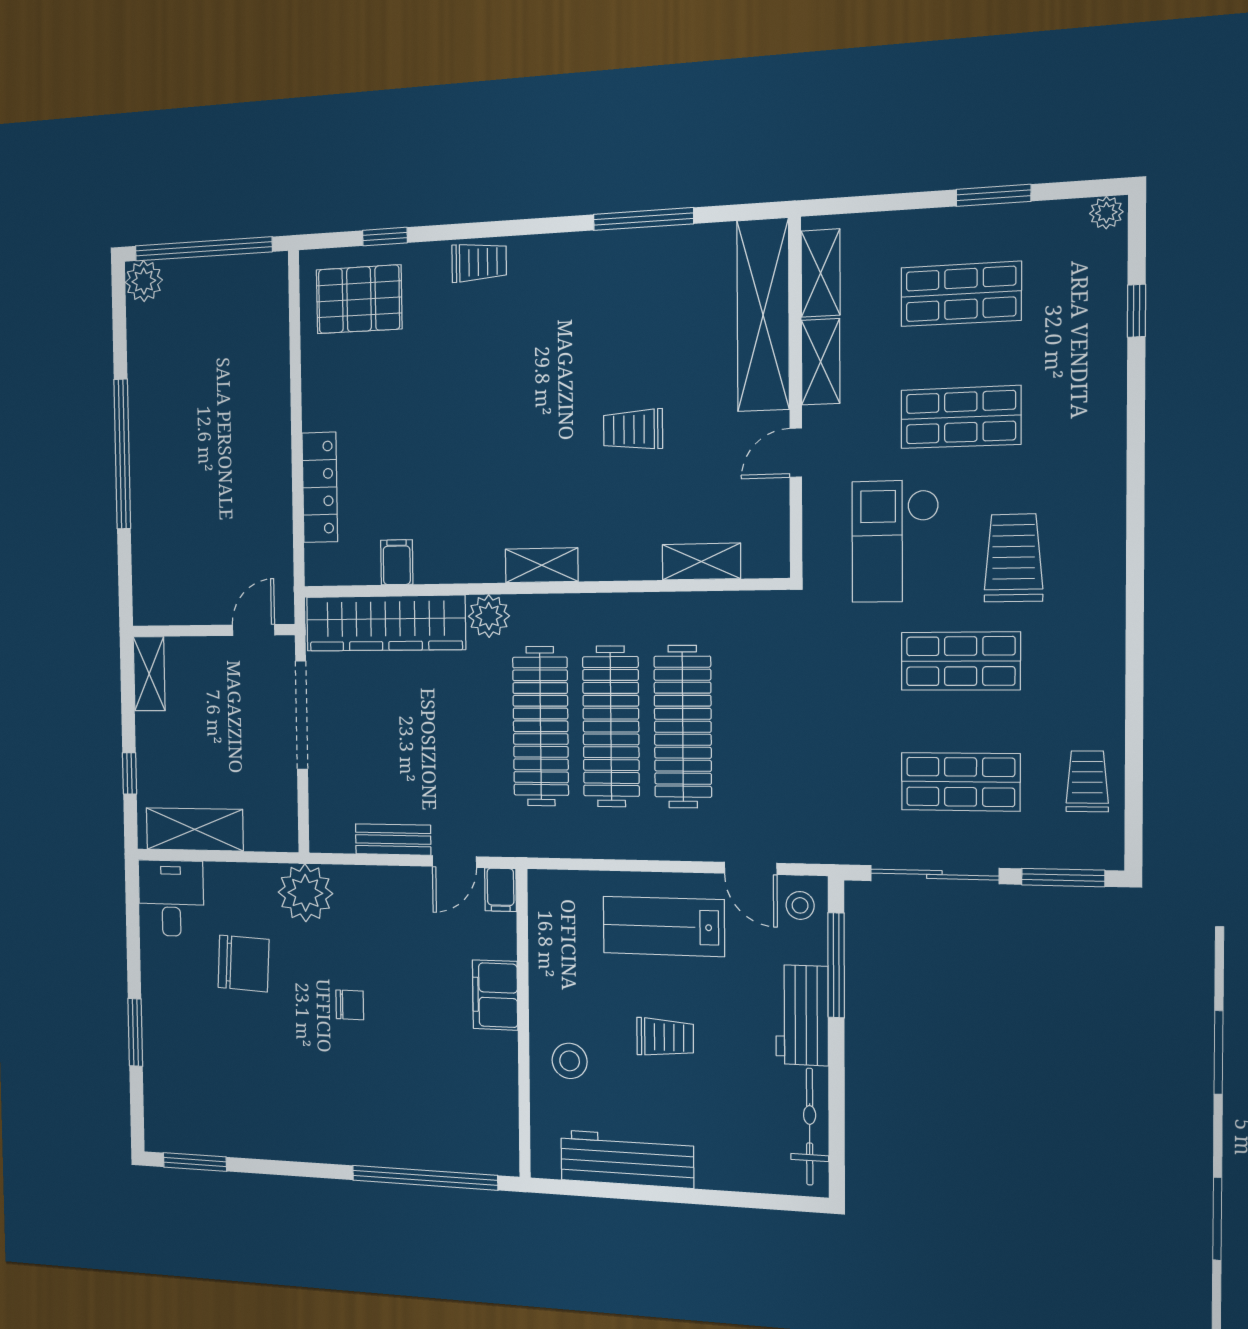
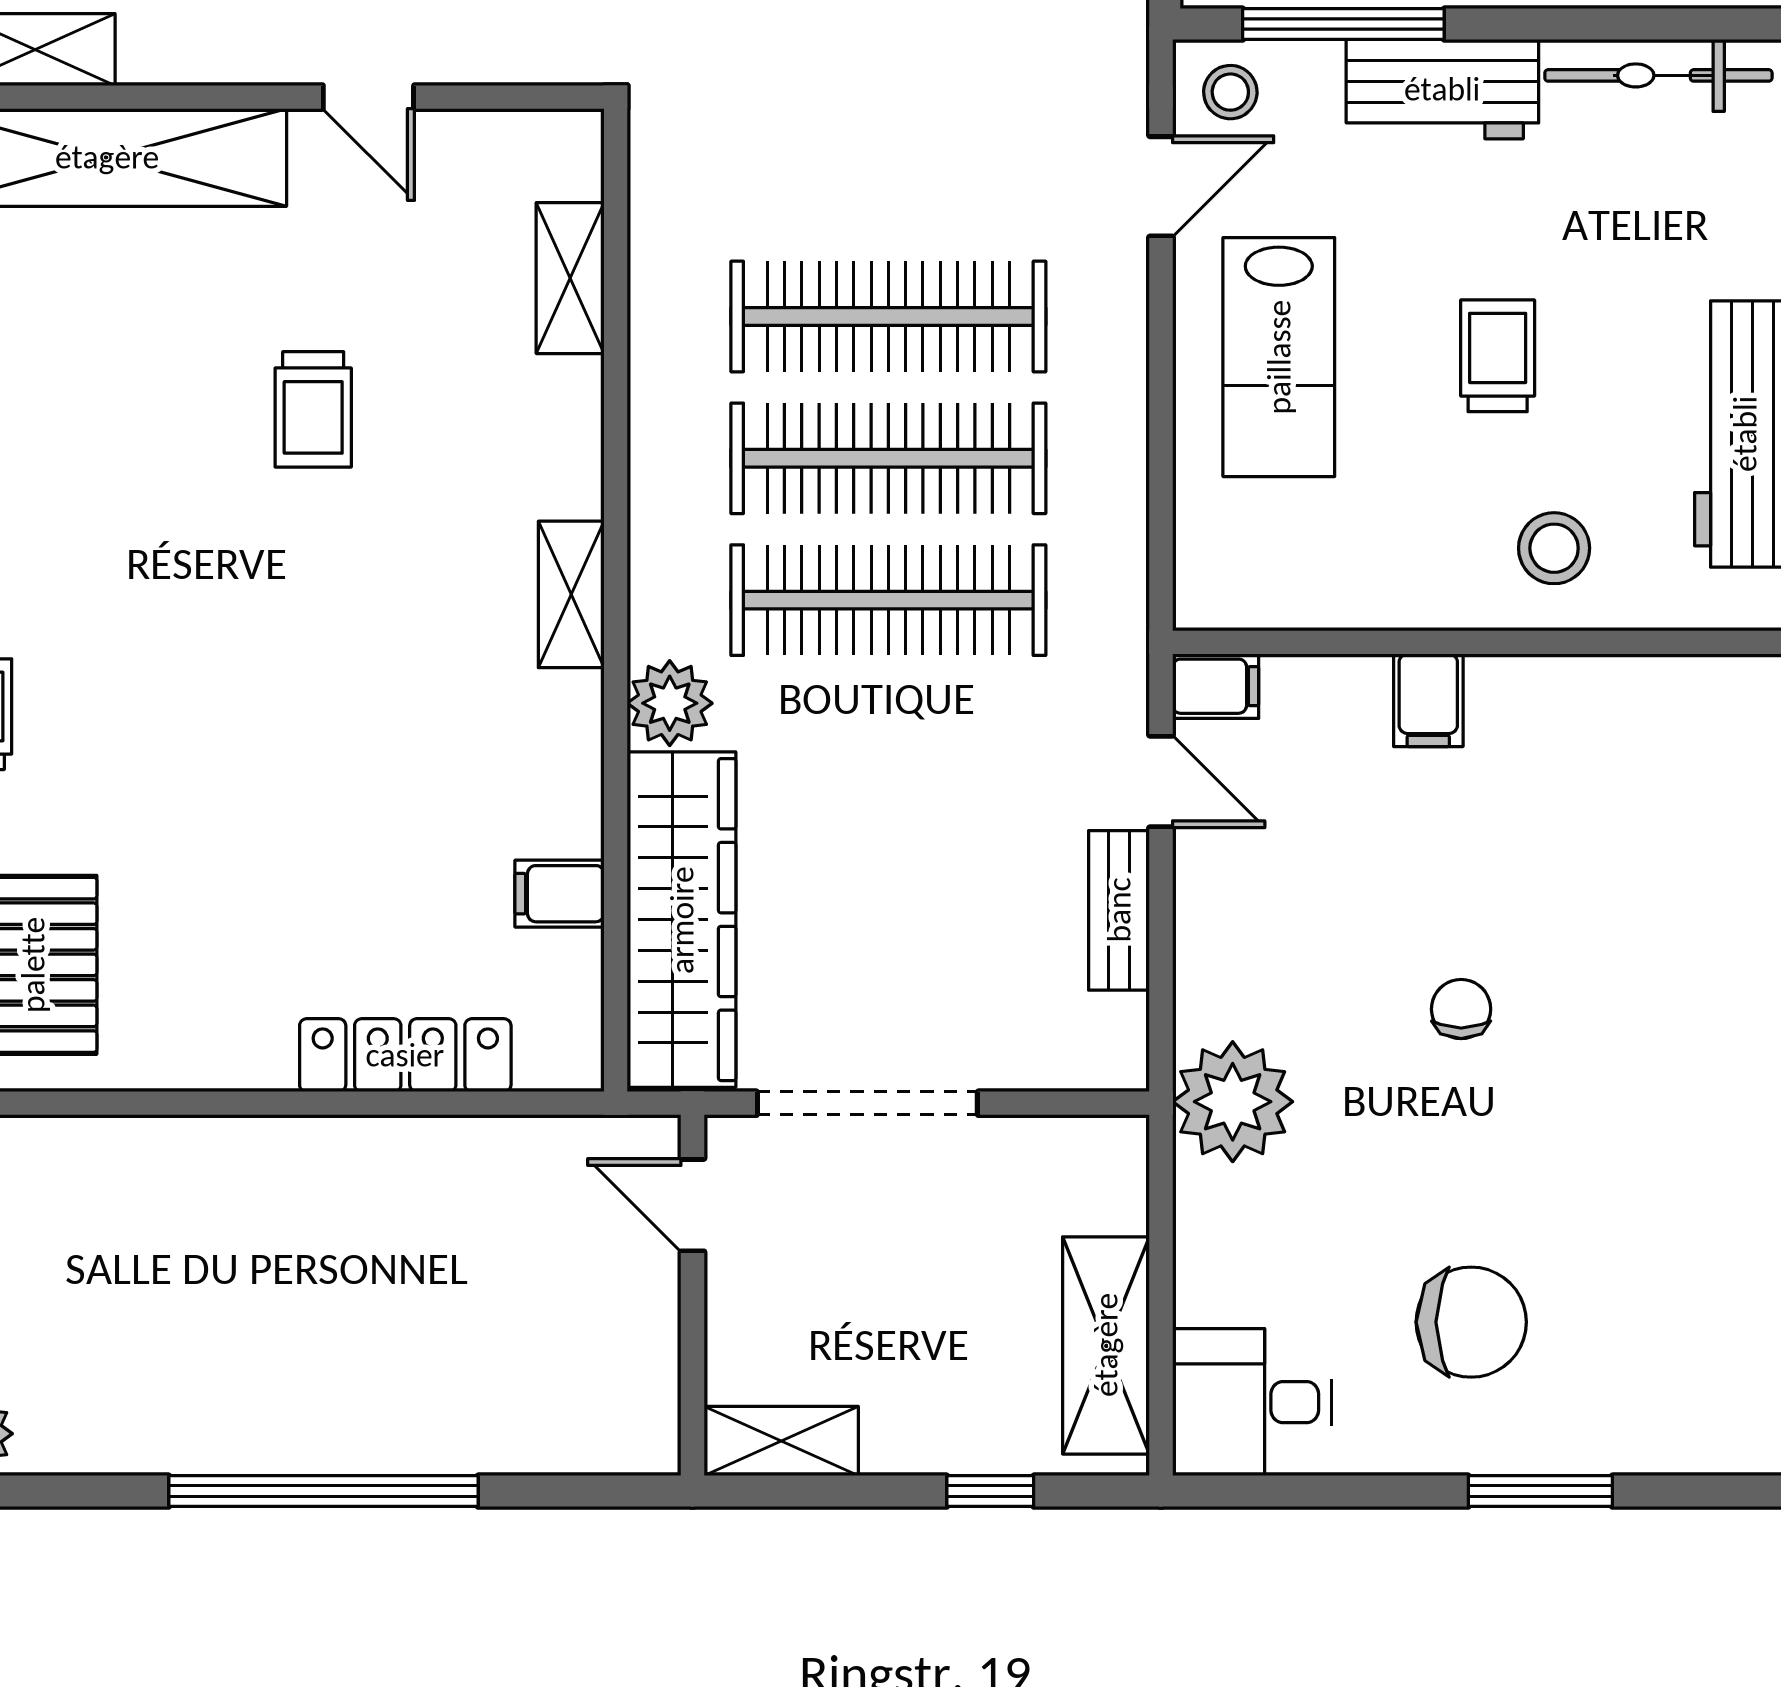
shelving: (821, 362) -> (200, 50), removed
chair: (244, 963) -> (1471, 1322), moved, turned 87
filing cabinet: (495, 995) -> (1428, 700), width x0.50

